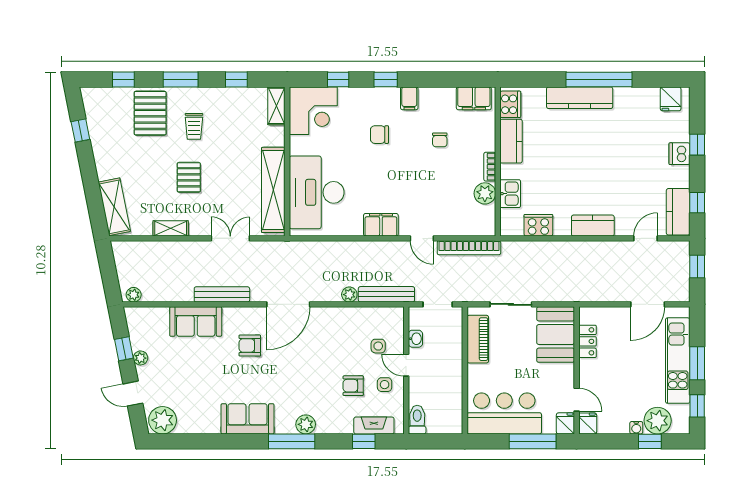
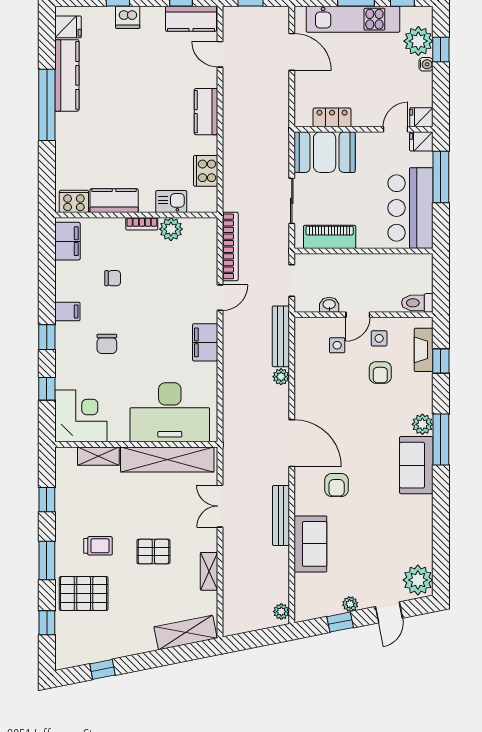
kitchen counter: (580, 98) -> (67, 75), moved
shelving: (276, 106) -> (98, 456), moved
sofa: (248, 419) -> (416, 465), moved

